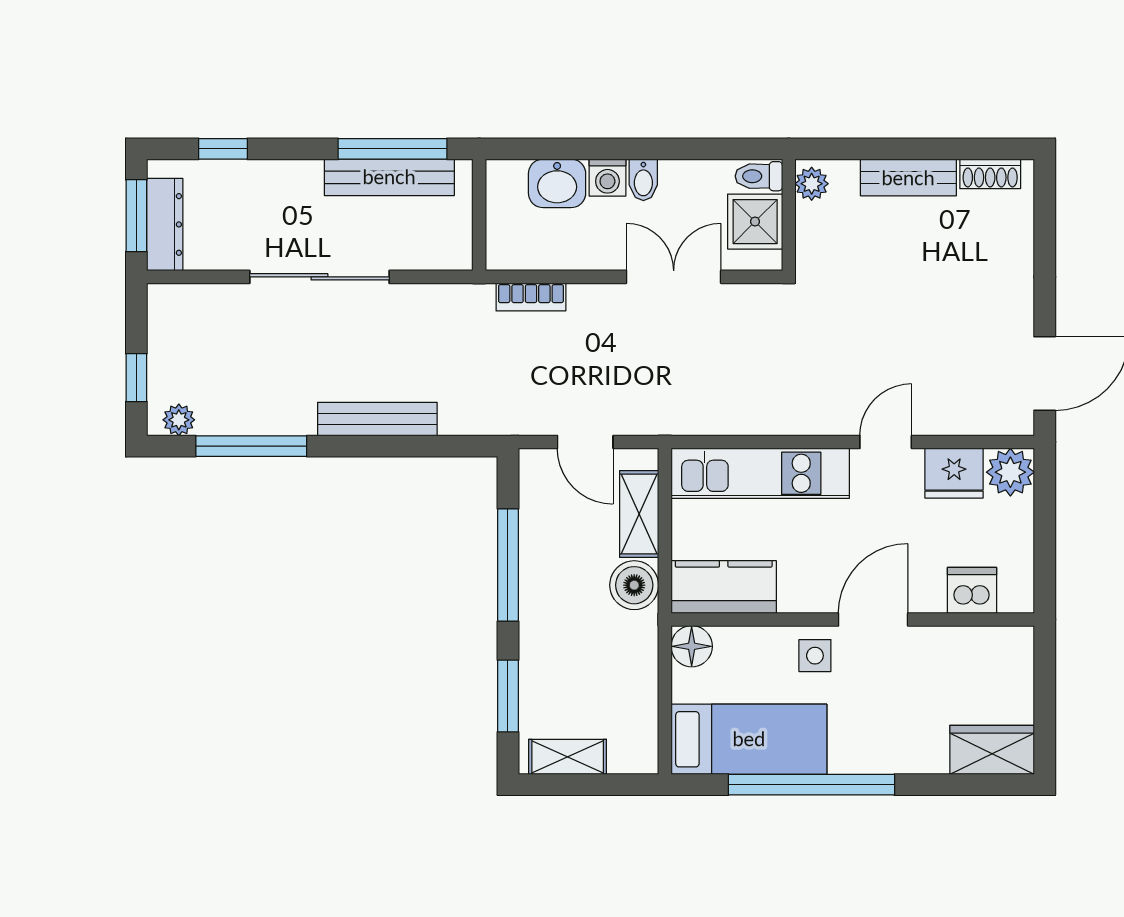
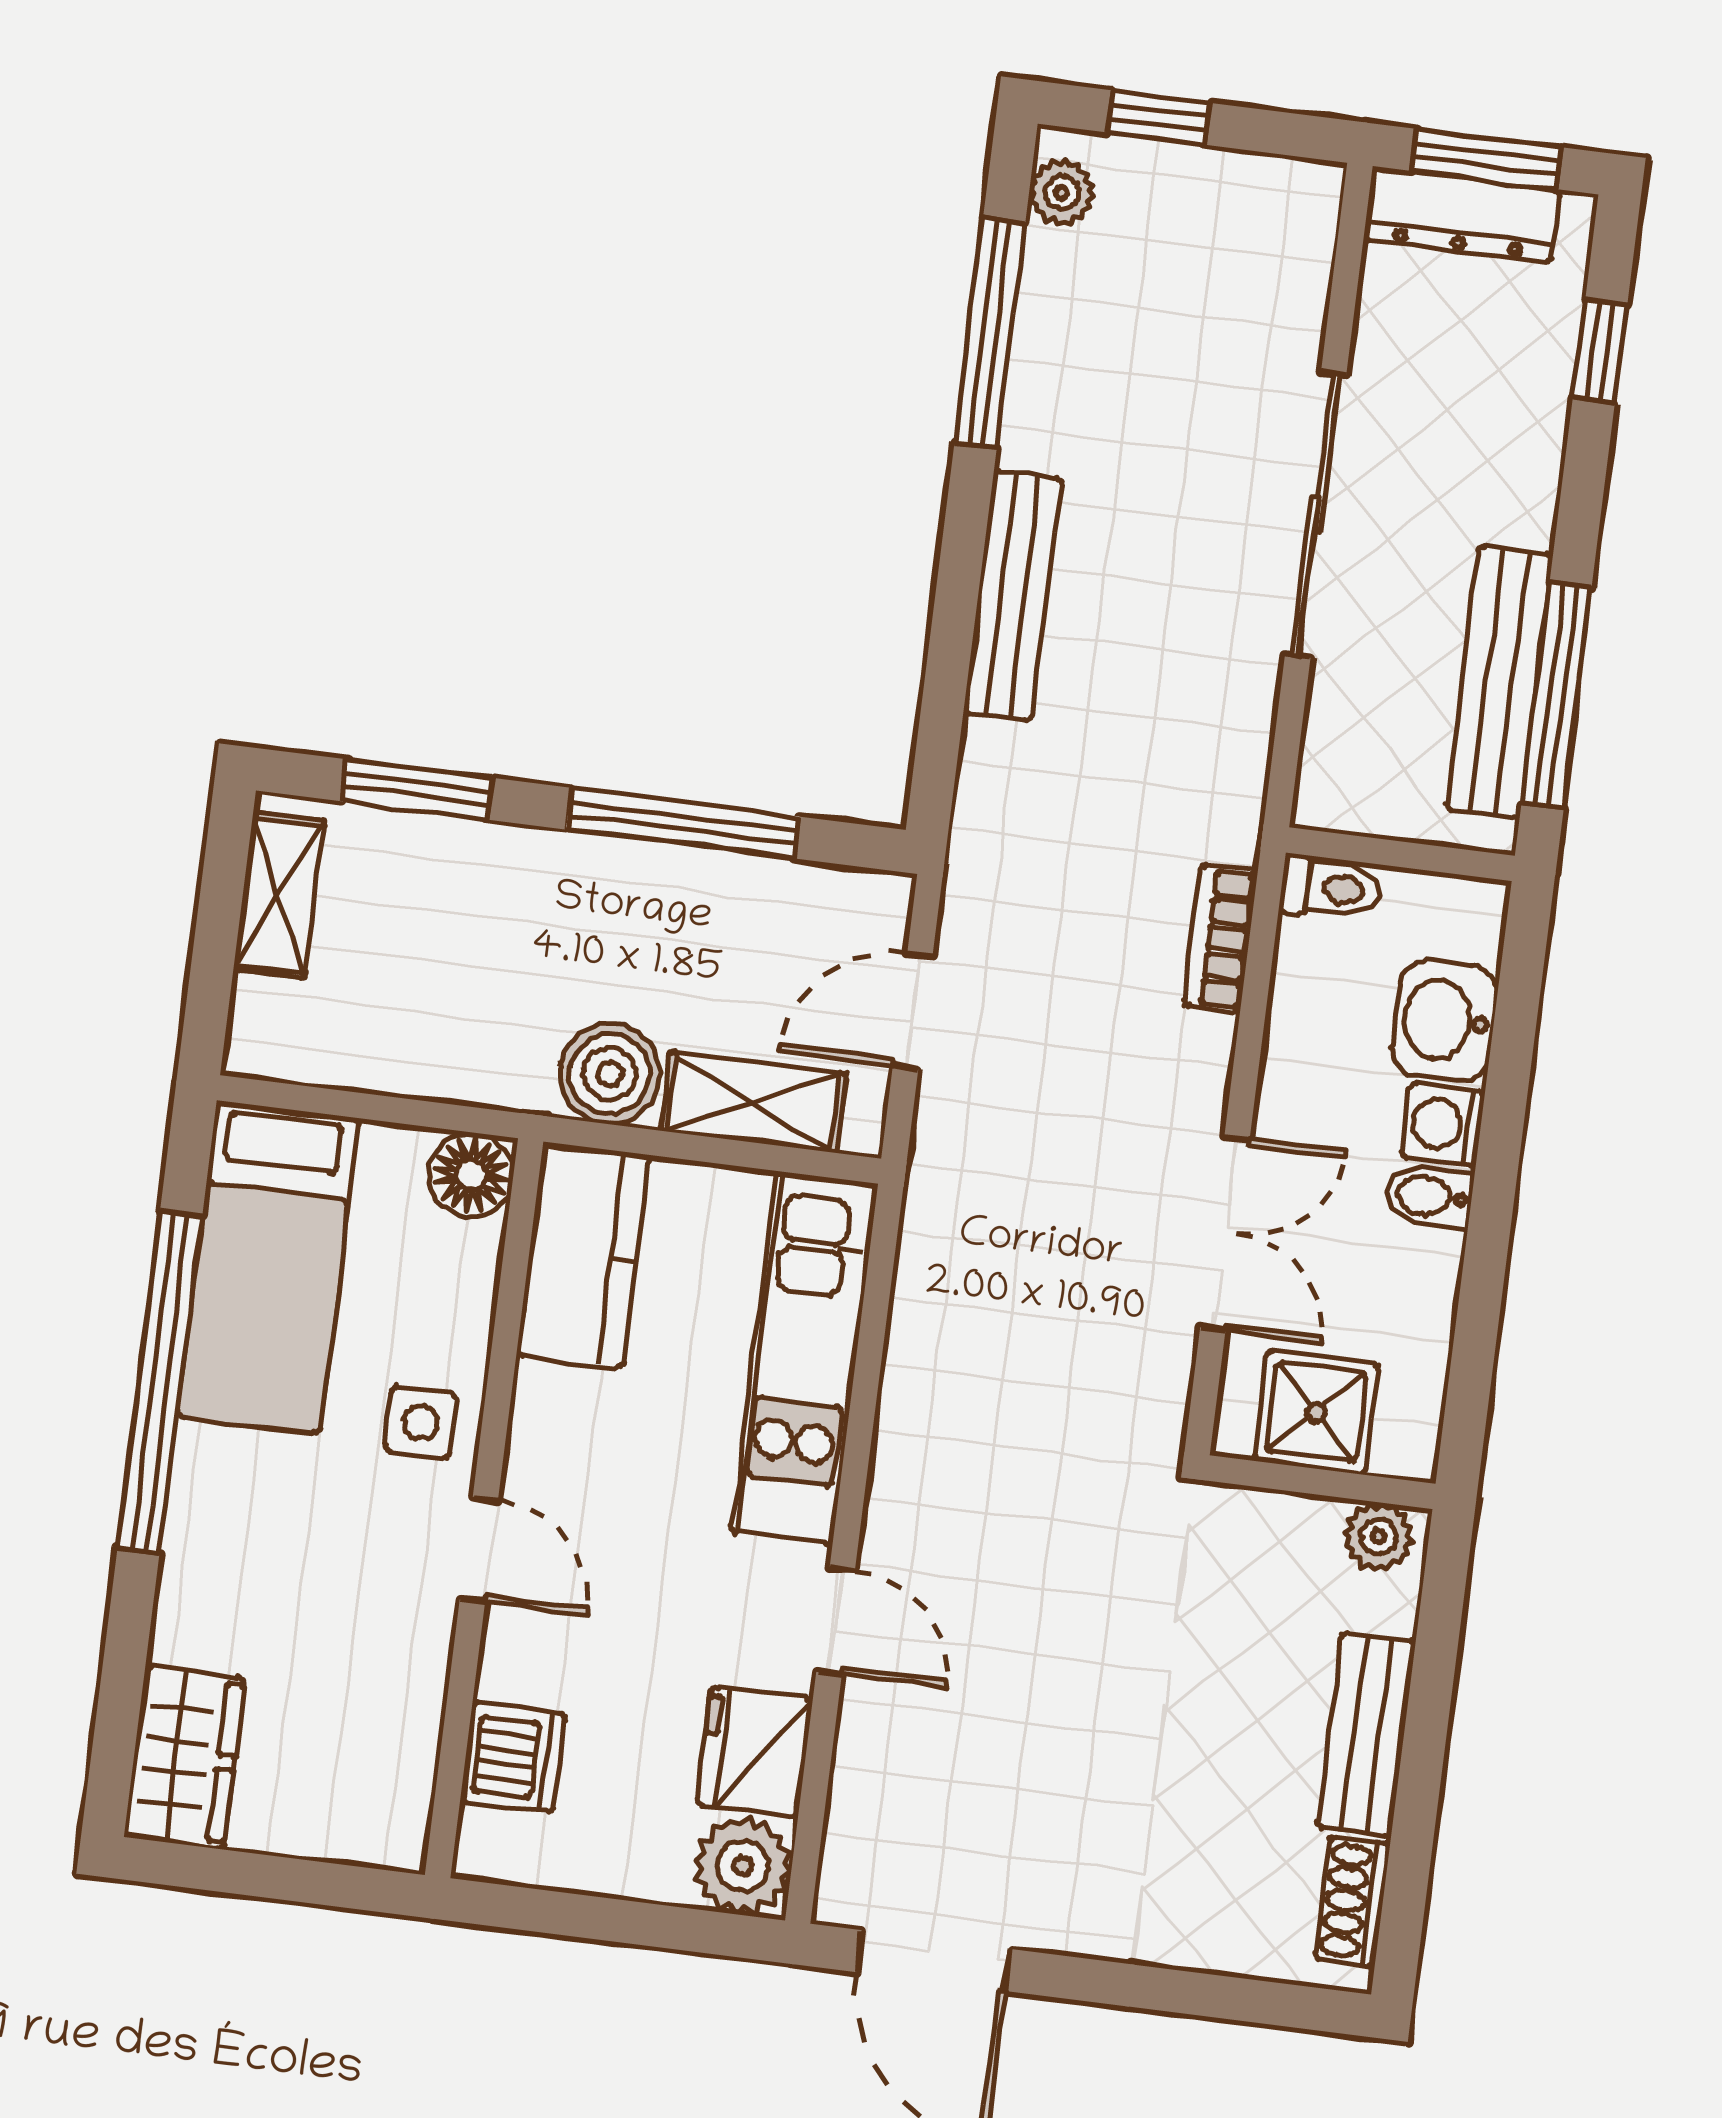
toilet: (759, 176) -> (1330, 888), moved, turned 90
door: (873, 619) -> (479, 1550), width x0.73

